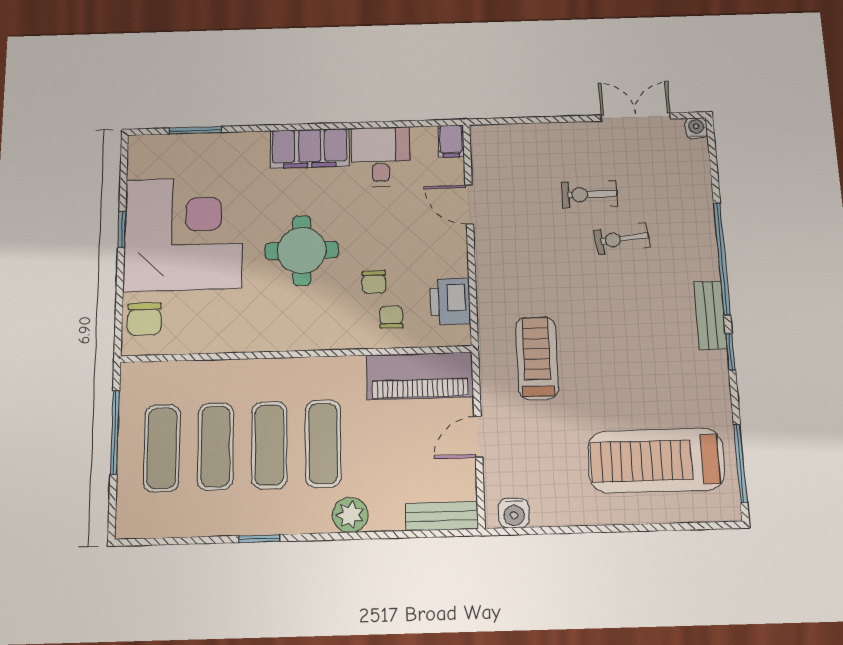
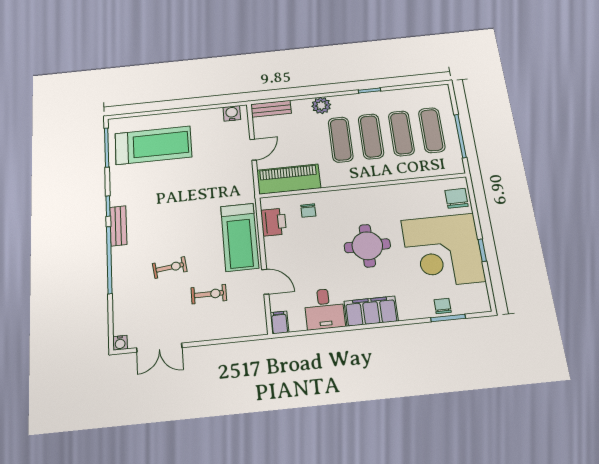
exercise bike: (589, 194) -> (209, 294), moved
chair: (374, 282) -> (443, 306), moved
treadmill: (537, 358) -> (240, 237), moved, width x1.37, depth x1.38

